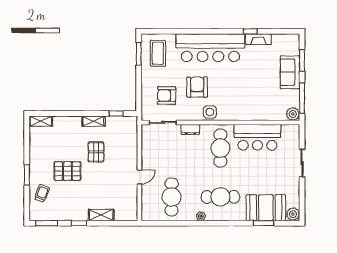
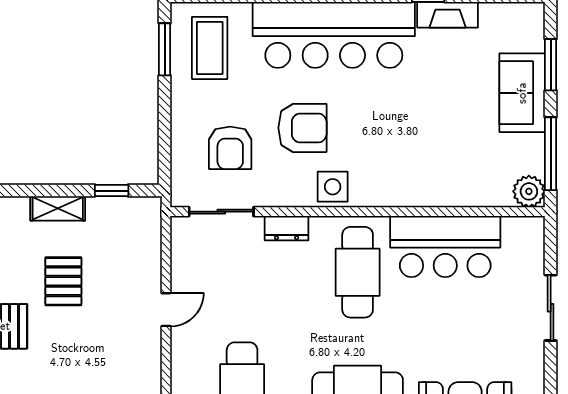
armchair: (197, 87) -> (302, 128), turned 90
armchair: (167, 96) -> (230, 148), turned -91
door: (139, 177) -> (166, 310), moved

